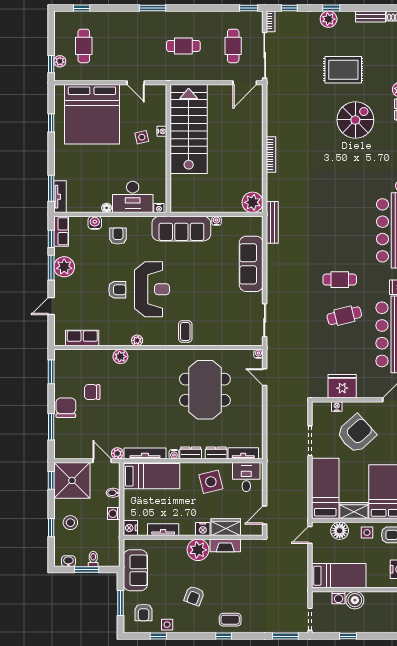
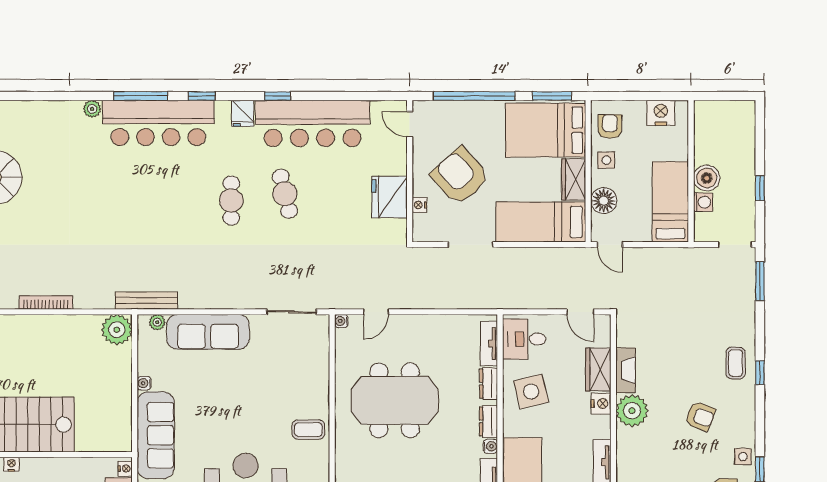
plant: (258, 230) -> (157, 322), added

